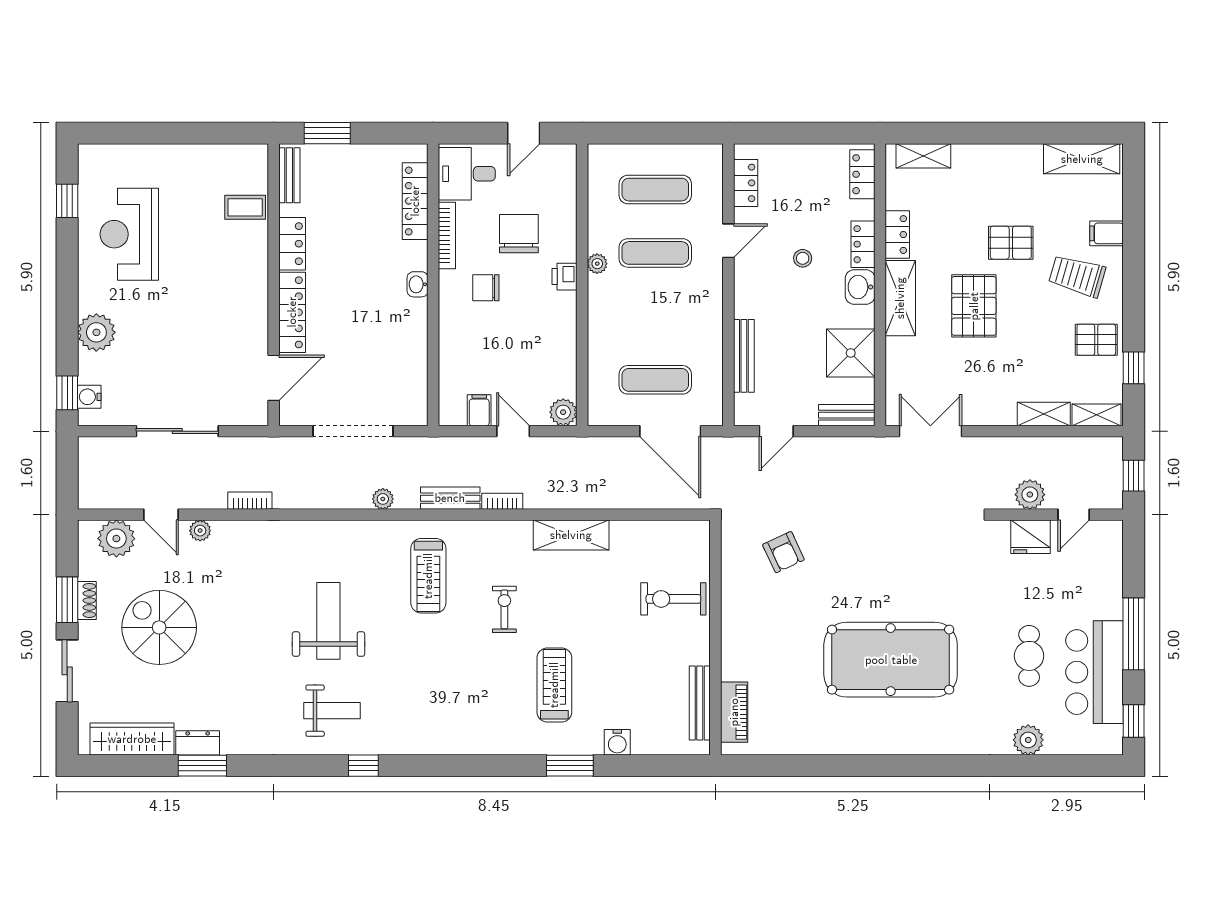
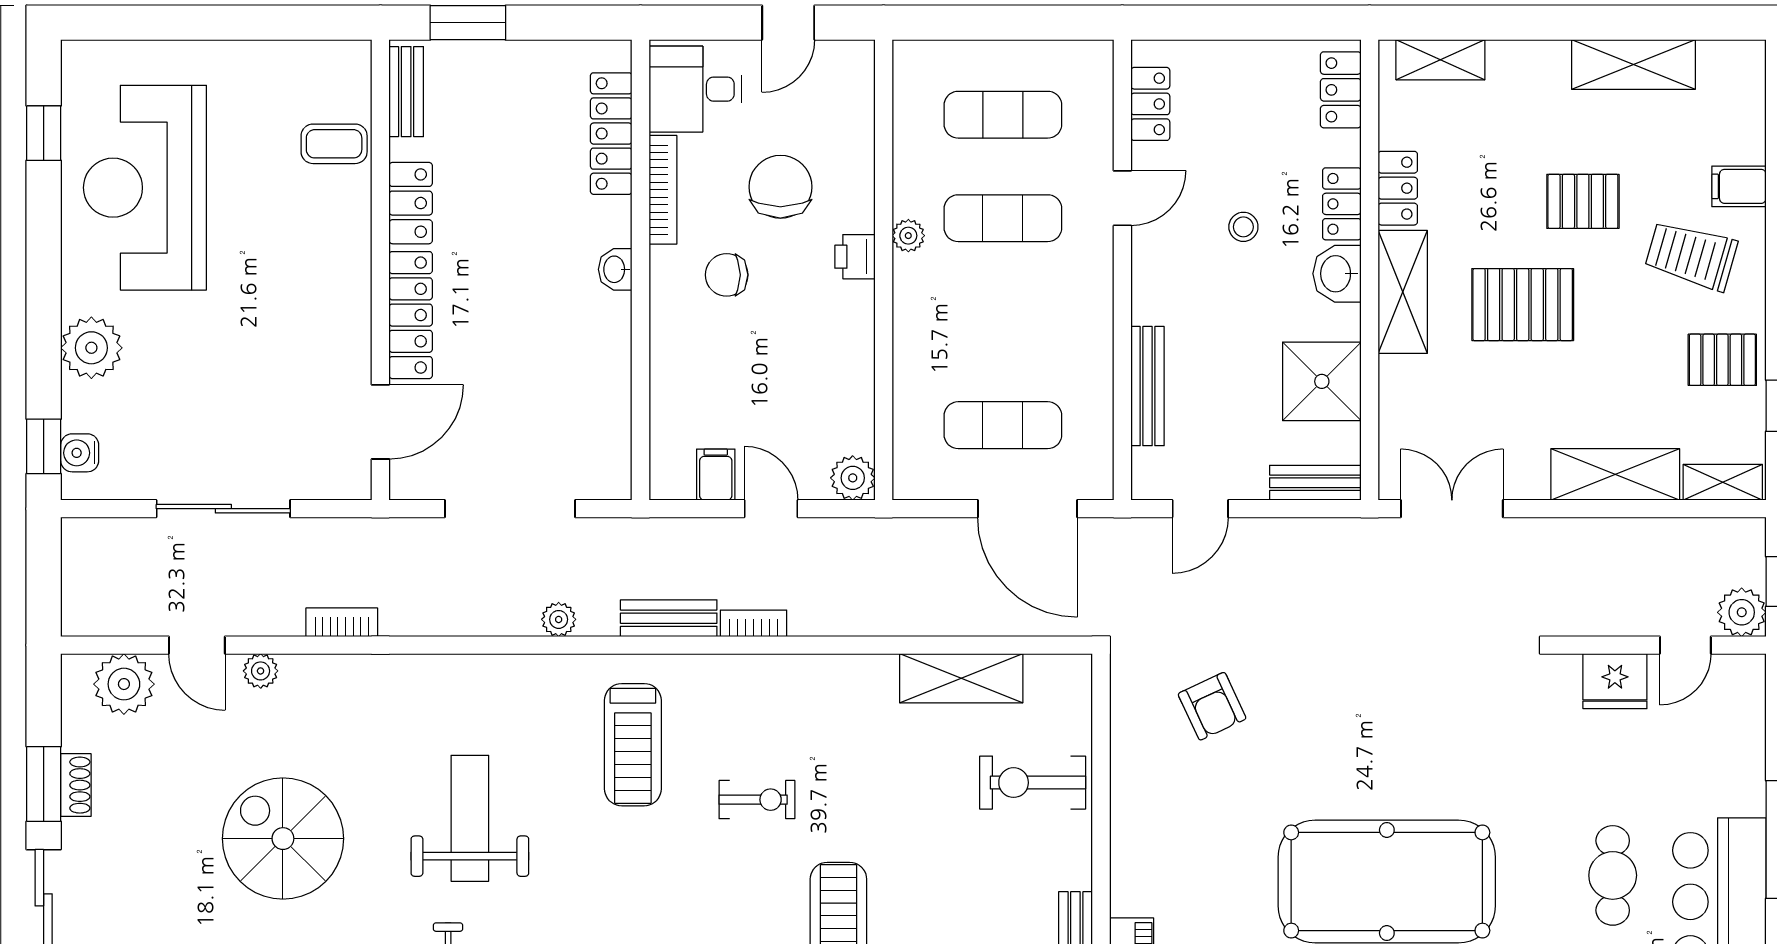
shelving: (1082, 159) -> (1633, 64), moved
reception desk: (129, 234) -> (145, 188), width x1.36, depth x1.30
pallet: (974, 306) -> (1523, 305), turned 90
shelving: (1044, 414) -> (1615, 474), width x1.50, depth x1.33
plant: (1030, 495) -> (1742, 612), moved
shelving: (571, 535) -> (961, 678), moved
exercise bike: (504, 609) -> (757, 800), turned 90
spiral stairs: (159, 627) -> (283, 839), moved

